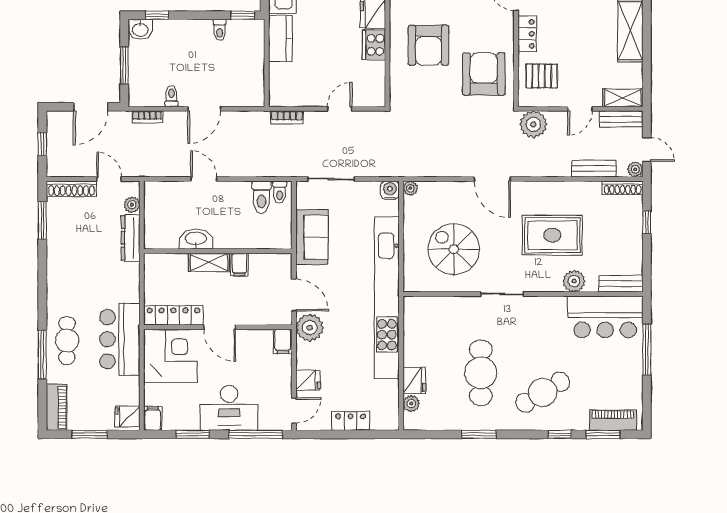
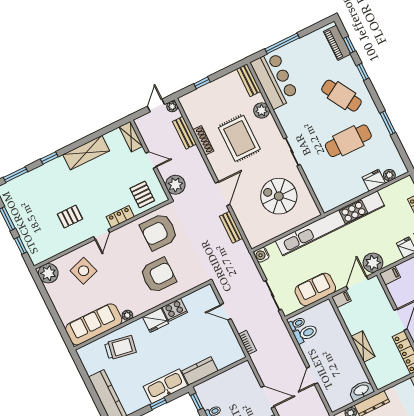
bench: (621, 119) -> (231, 227), moved
plant: (410, 188) -> (254, 242), removed
shoe rack: (623, 188) -> (203, 140), moved
washbasin: (196, 239) -> (361, 390), moved, turned 90
spiral stairs: (454, 249) -> (279, 196), turned 90
filing cabinet: (240, 265) -> (341, 299), moved
window: (603, 434) -> (349, 45), width x0.67

